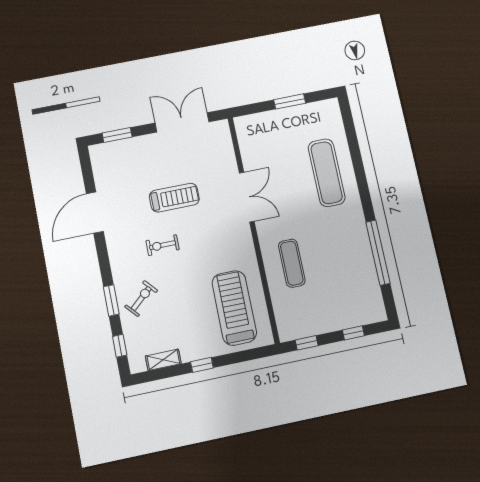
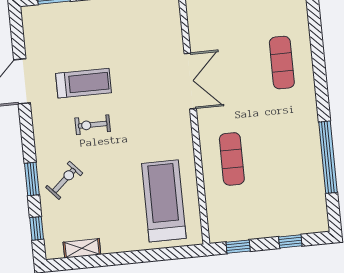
exercise mat: (327, 173) -> (282, 63), width x0.73, depth x0.69
treadmill: (174, 198) -> (84, 83), moved
window: (202, 365) -> (123, 258), removed

